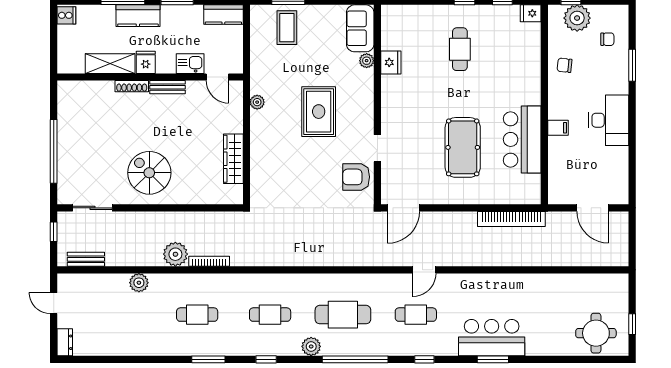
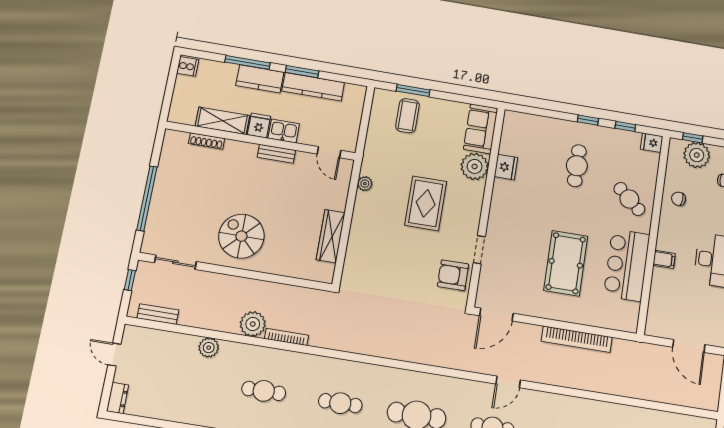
kitchen counter: (223, 15) -> (313, 87), moved, width x1.50
plant: (367, 61) -> (475, 166), width x1.87, depth x1.87
kitchen sink: (190, 64) -> (284, 131), moved
cafe table: (516, 74) -> (629, 199), added
shoe rack: (132, 86) -> (207, 141), moved
bookcase: (511, 219) -> (577, 339), moved

